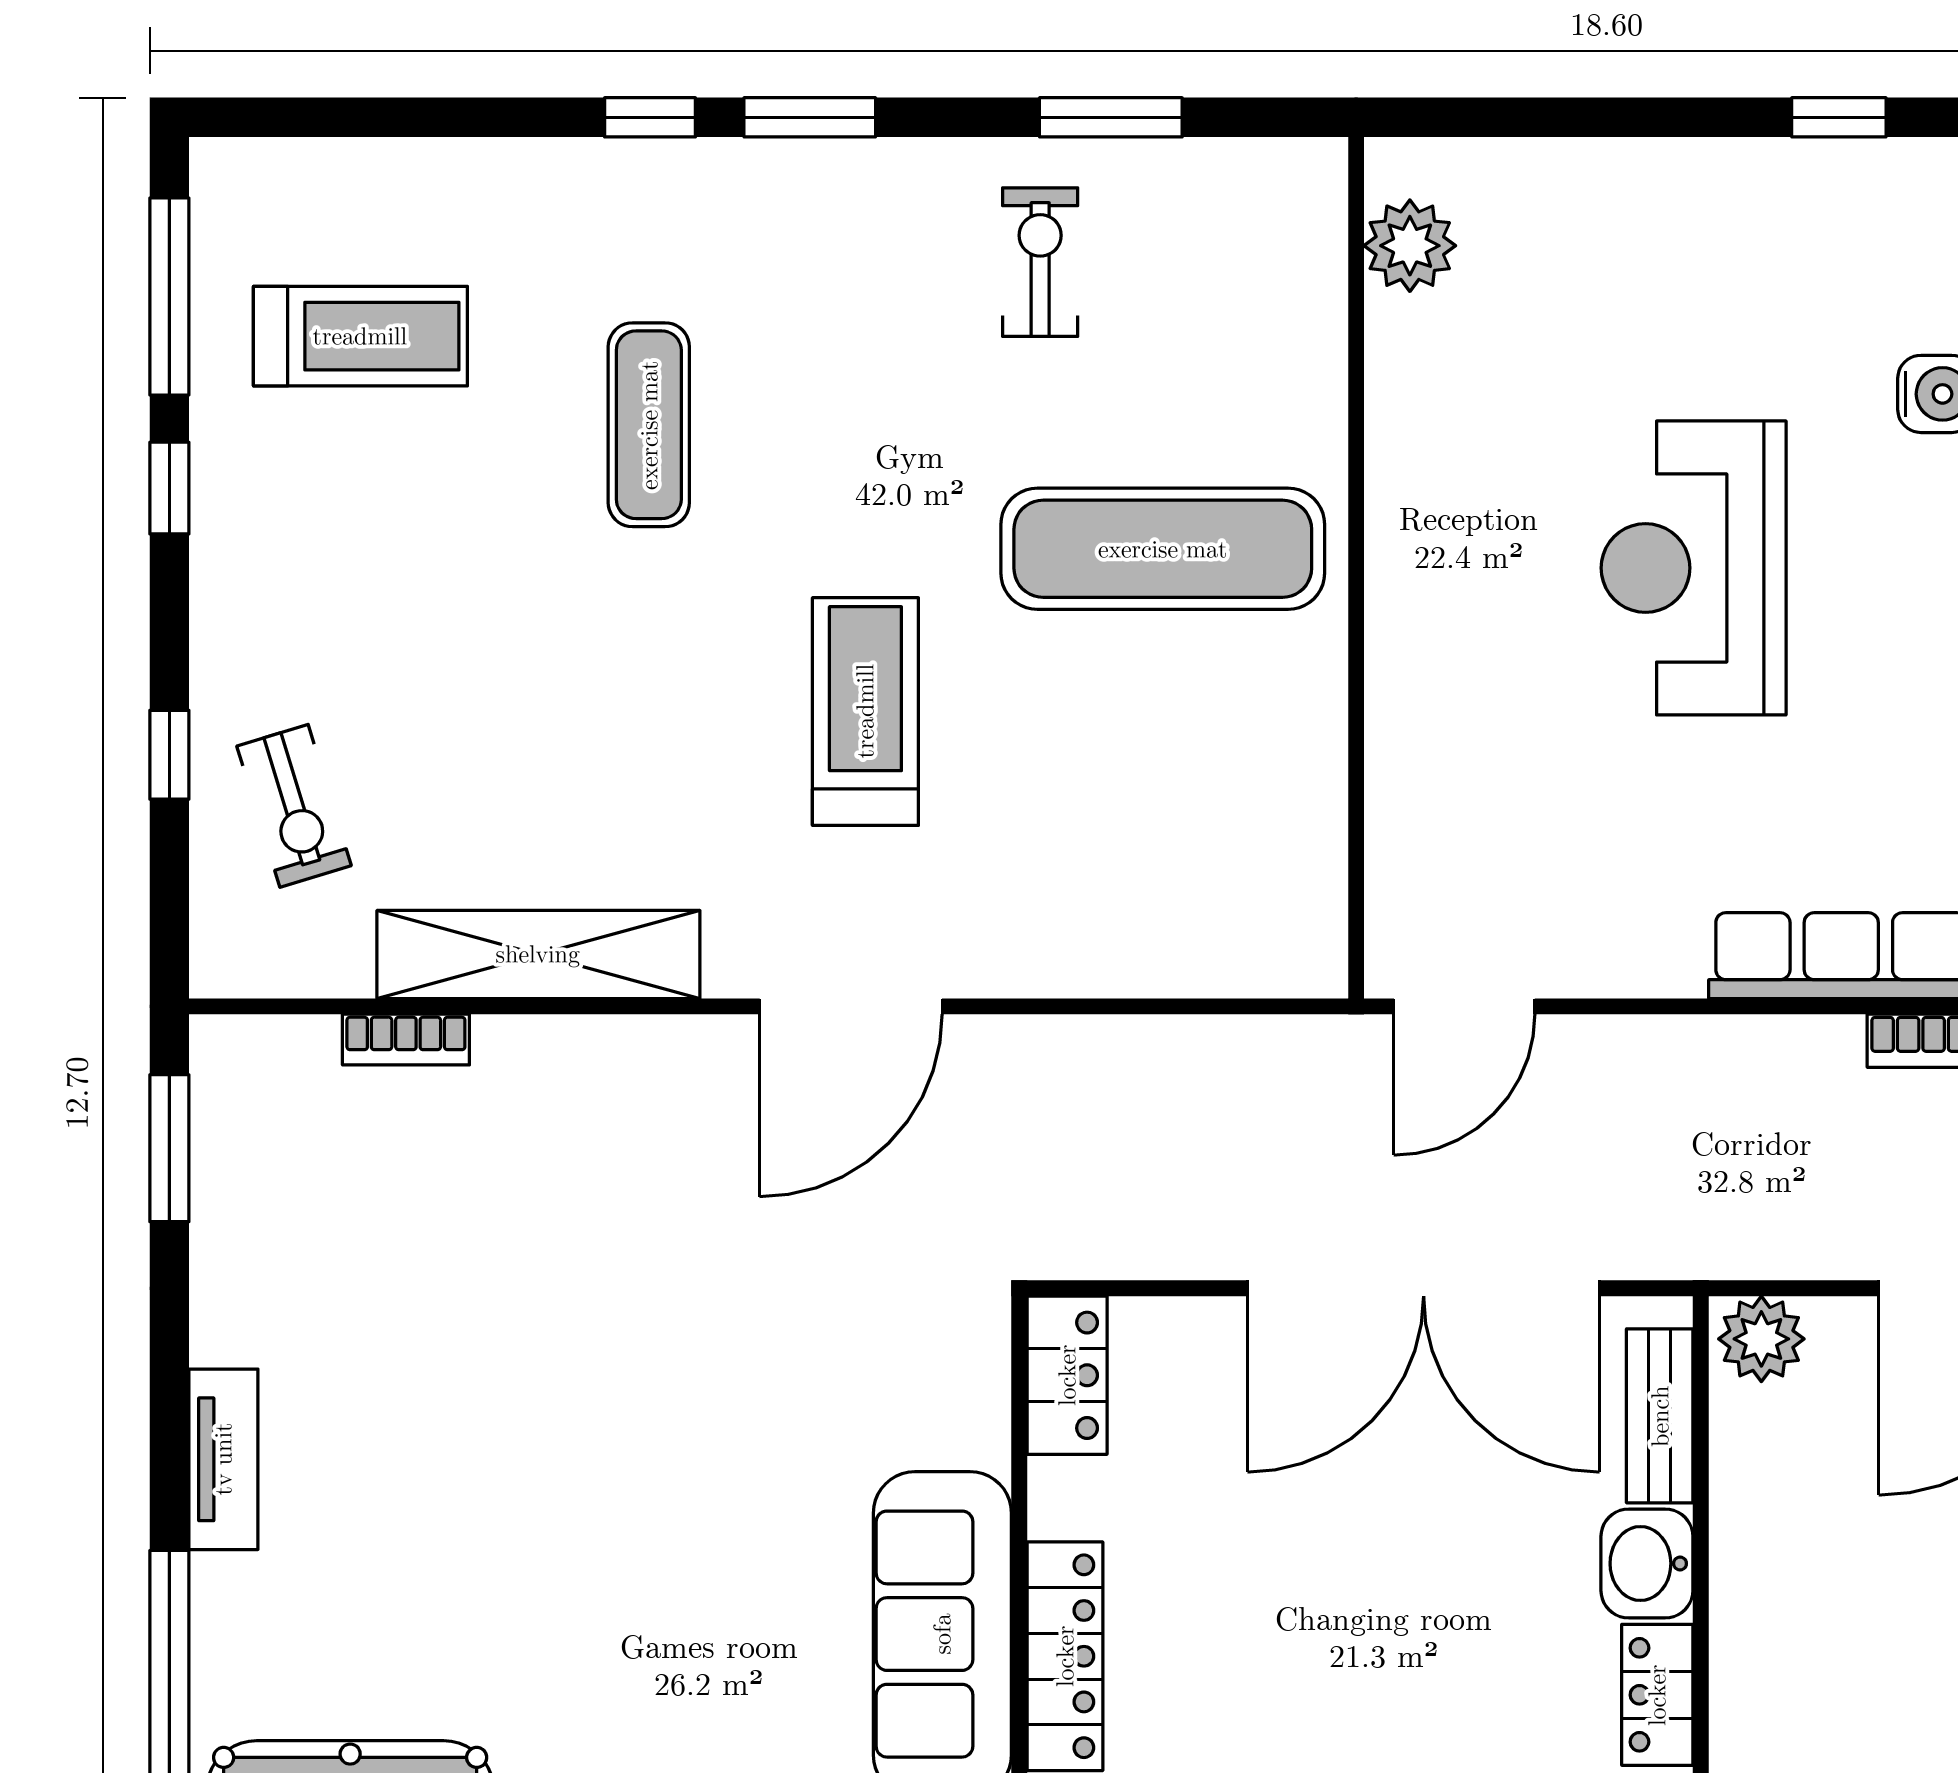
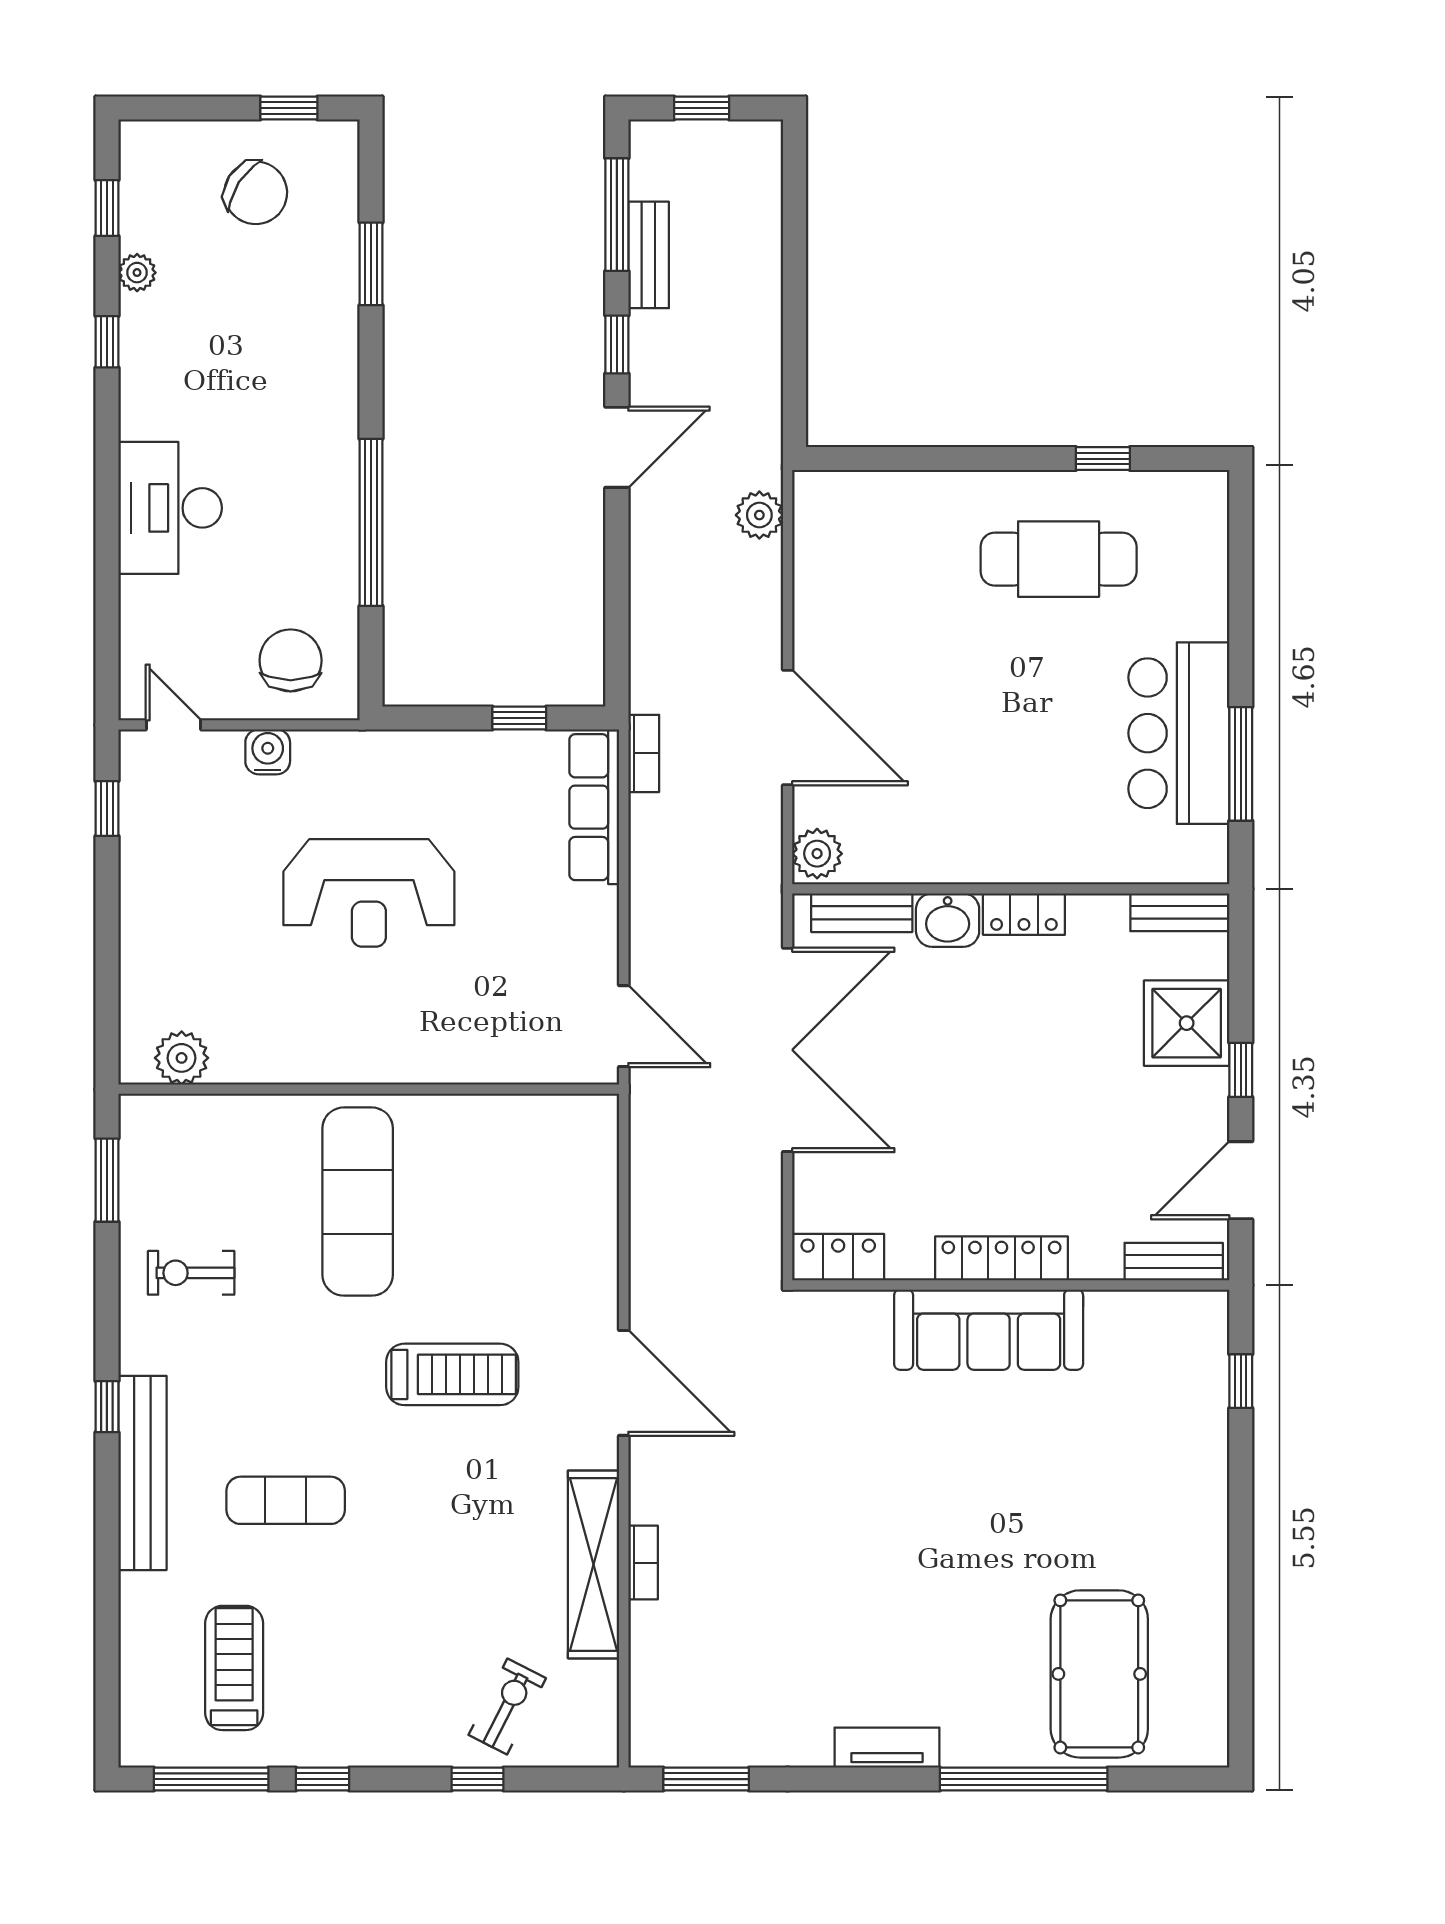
window: (650, 117) -> (107, 1500), removed
window: (810, 117) -> (107, 1407), width x0.67
window: (1111, 117) -> (107, 1180), moved
bench: (696, 178) -> (142, 1473), added
treadmill: (865, 711) -> (452, 1374), turned 180
exercise bike: (294, 806) -> (507, 1707), turned -46
bookcase: (406, 1040) -> (643, 1563), moved

